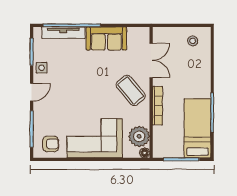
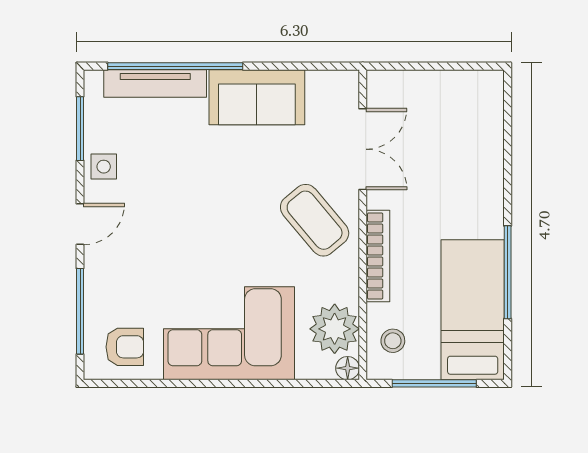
stool: (193, 41) -> (393, 341), moved

